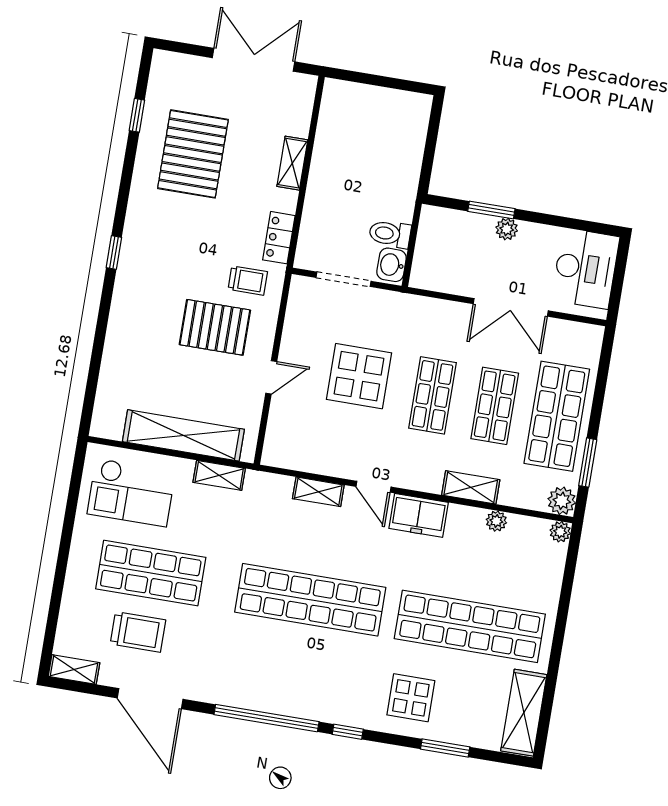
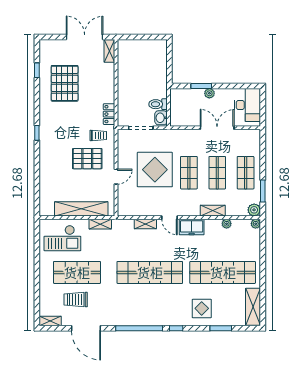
shelving: (292, 163) -> (109, 51), moved
double door: (511, 307) -> (217, 128), swing flipped
display table: (359, 376) -> (155, 170), width x1.36, depth x1.36
shop shelf: (557, 416) -> (246, 173), width x0.70, depth x0.74
trolley: (138, 632) -> (76, 300), turned 180

